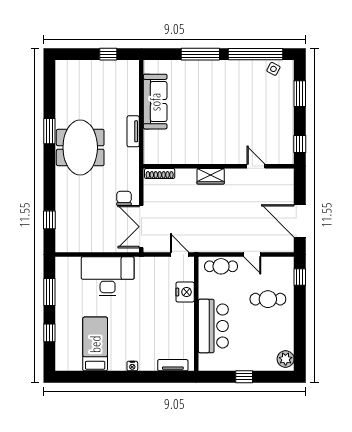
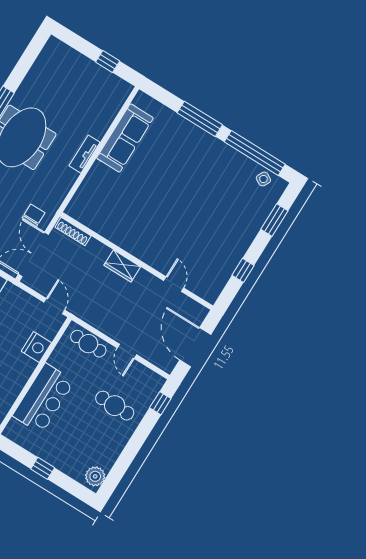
wall: (219, 166) -> (137, 261), moved
door: (256, 166) -> (174, 284), moved
shoe rack: (160, 173) -> (73, 232), moved
wardrobe: (211, 176) -> (122, 266), moved

